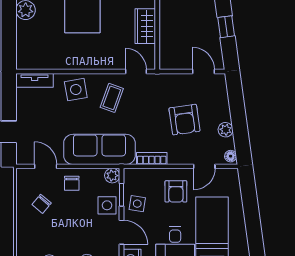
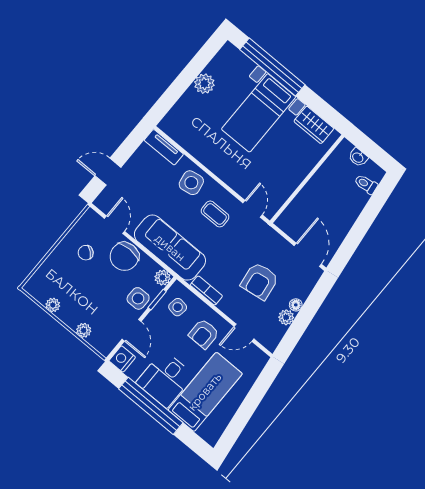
wardrobe: (145, 26) -> (291, 178), removed
window: (226, 27) -> (357, 234), removed
door: (203, 72) -> (308, 255), width x1.38
coffee table: (112, 98) -> (215, 214), turned 70
floor lamp: (231, 156) -> (296, 305), moved
chair: (72, 183) -> (124, 256), width x1.87, depth x1.87
side table: (137, 204) -> (178, 307), moved

